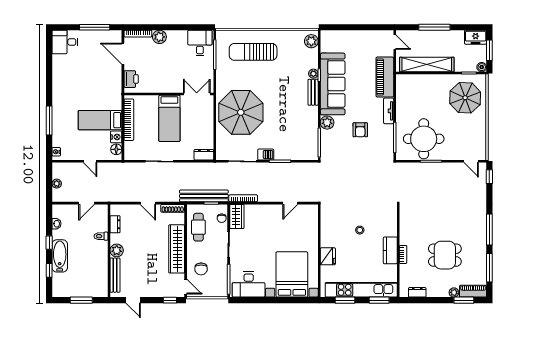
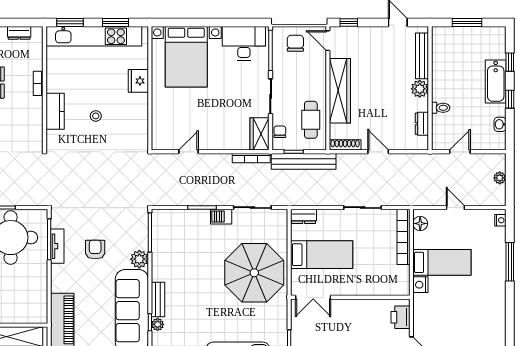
tv unit: (389, 111) -> (57, 246), moved
bed: (169, 118) -> (322, 255), moved, turned 90
bookcase: (129, 120) -> (404, 237), moved
nightstand: (116, 137) -> (420, 285), moved
kitchen counter: (390, 250) -> (55, 111), moved
chair: (201, 269) -> (295, 43), moved

